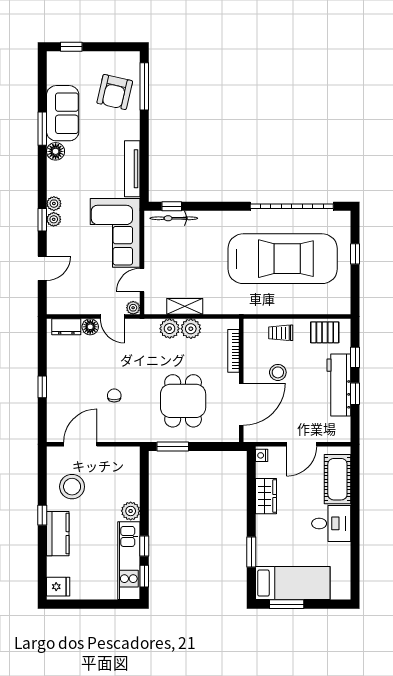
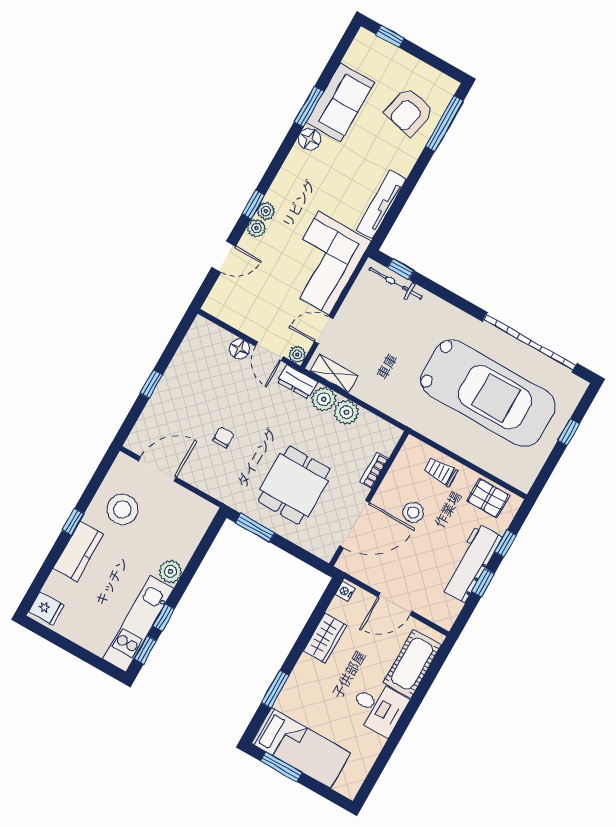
plant: (54, 204) -> (256, 228), moved
shelving: (185, 306) -> (334, 374), moved
dresser: (66, 327) -> (297, 382), moved
bookcase: (233, 351) -> (374, 471), width x0.64

